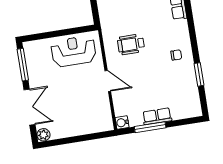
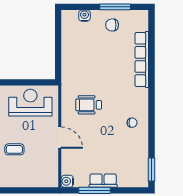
window: (199, 74) -> (152, 170), moved
coffee table: (65, 100) -> (14, 149), added

